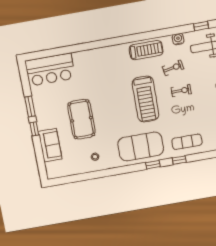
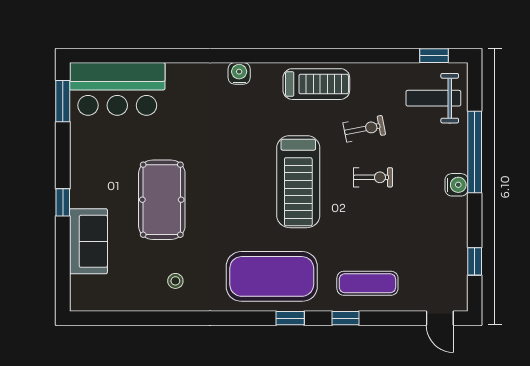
water cooler: (178, 39) -> (239, 73), moved
window: (30, 106) -> (63, 101), moved

